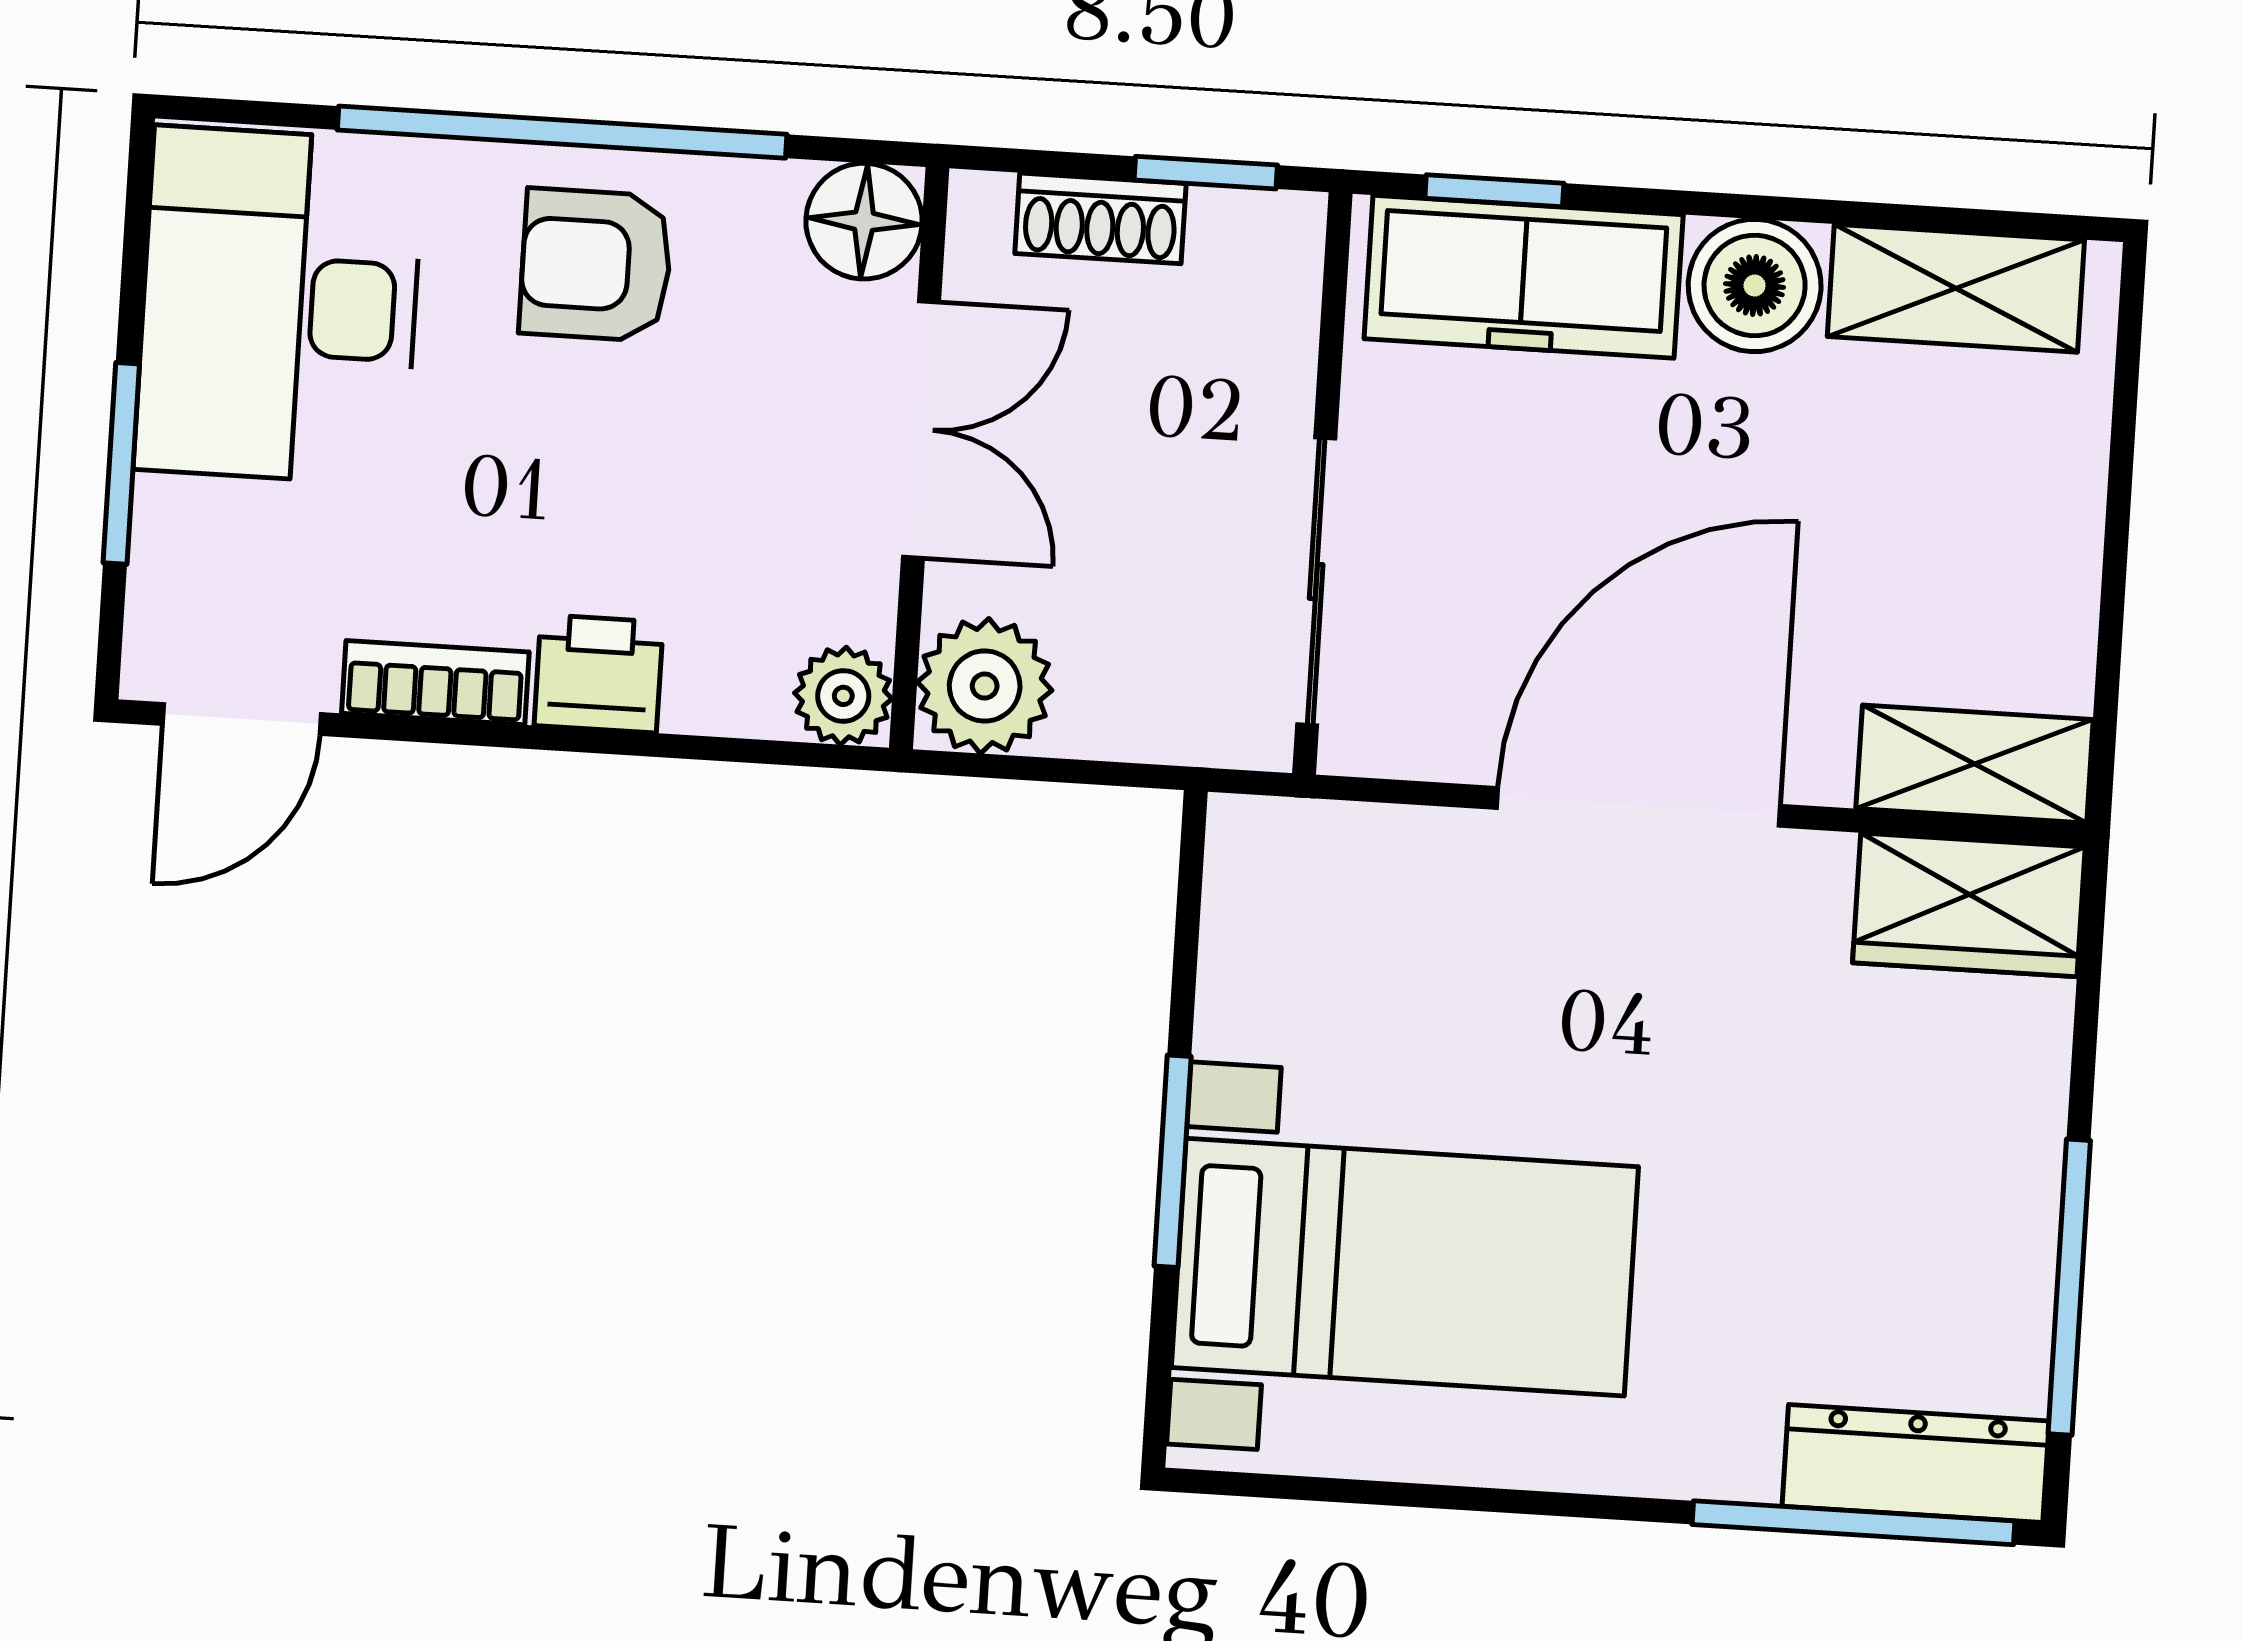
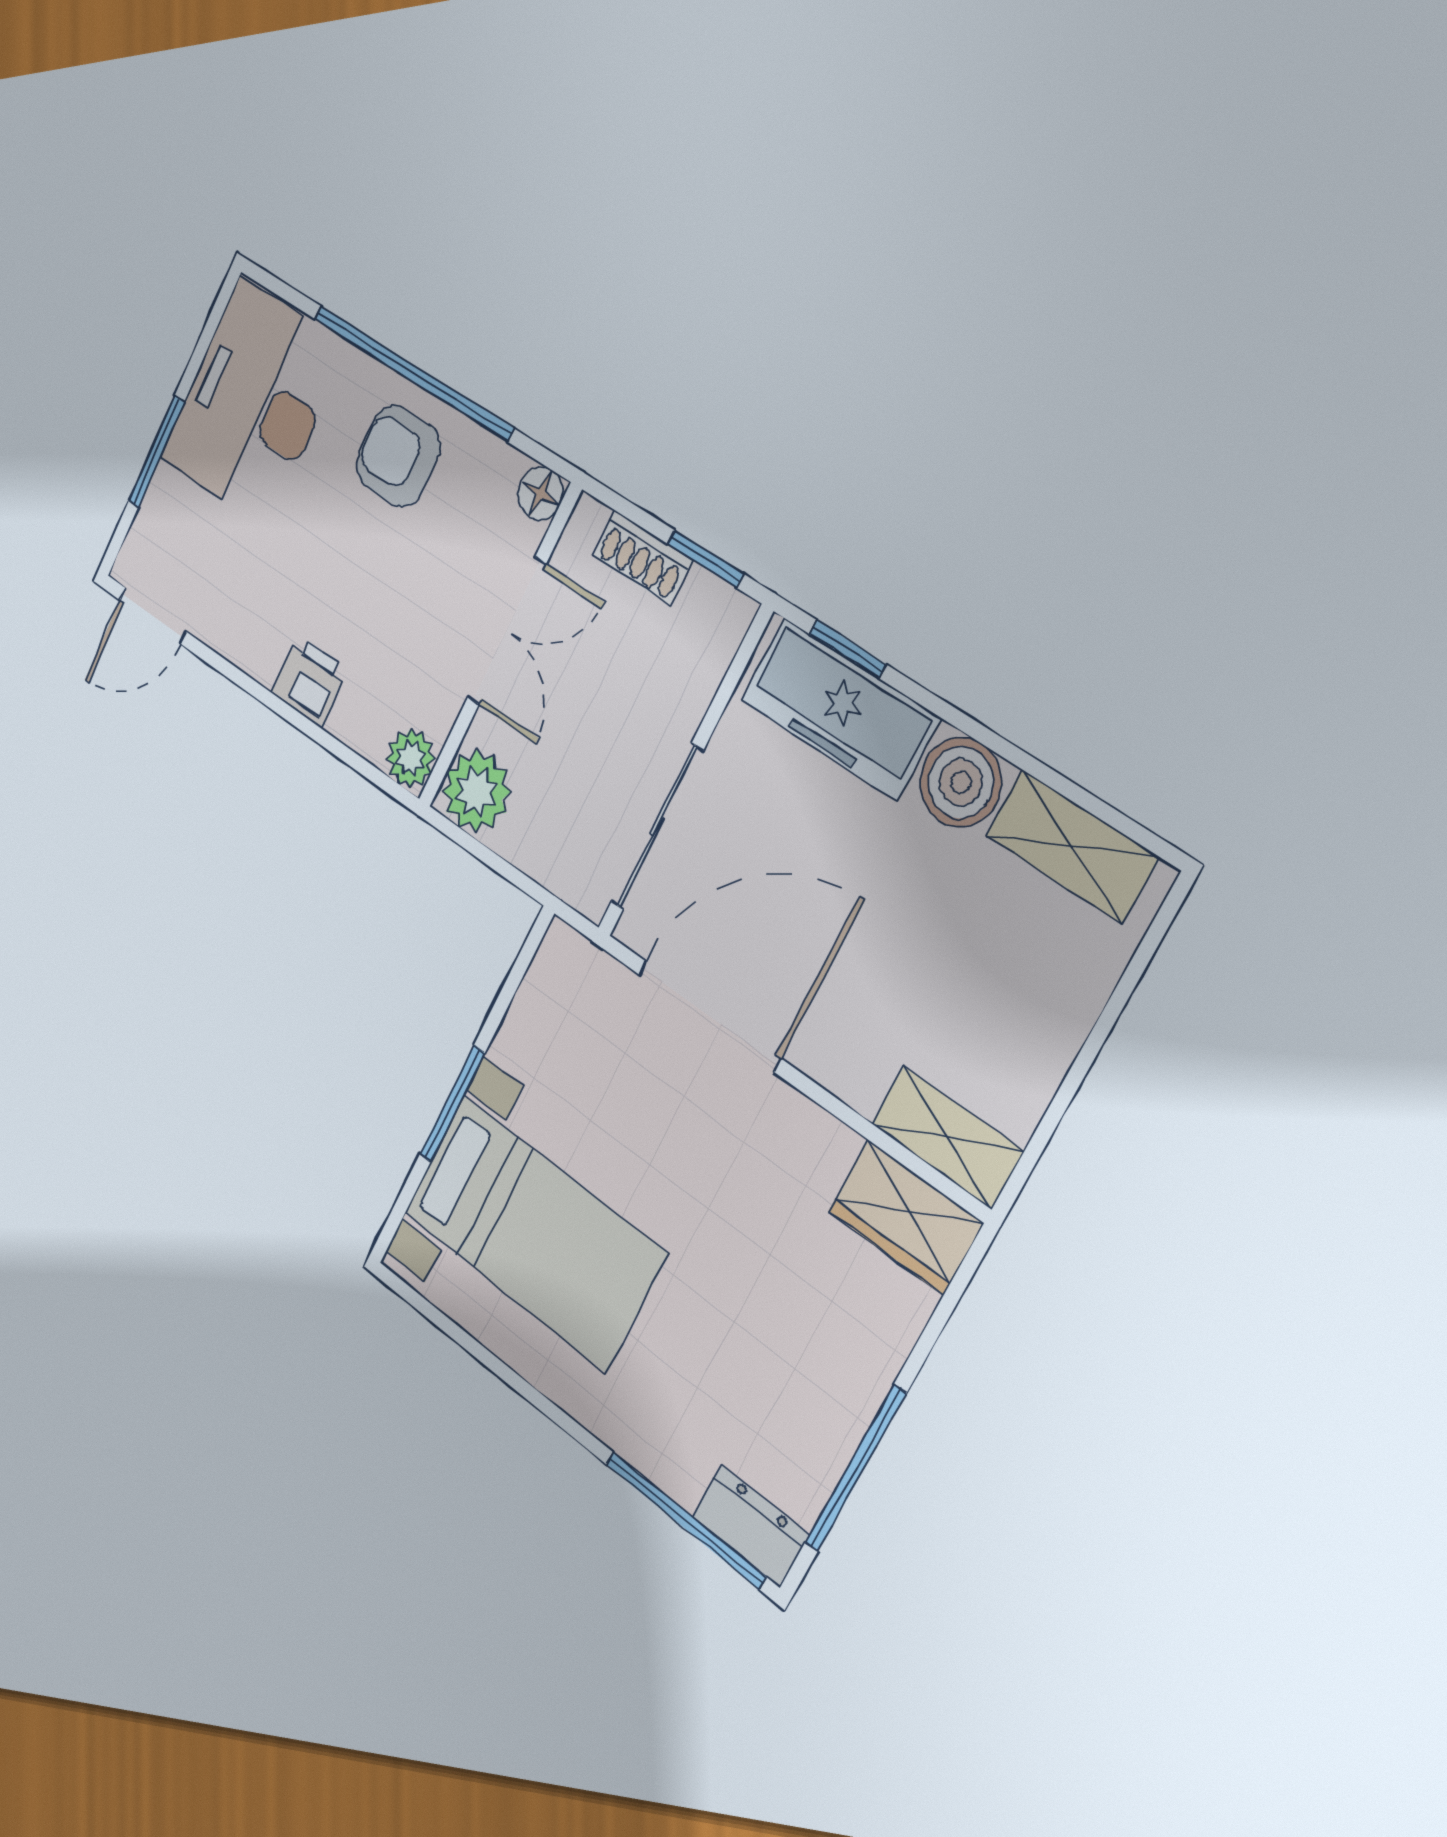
floor lamp: (864, 221) -> (541, 494), width x0.73, depth x0.73
bookcase: (435, 683) -> (239, 645), removed
door: (1639, 807) -> (709, 1016), moved
dresser: (1916, 1464) -> (750, 1526), width x0.70

